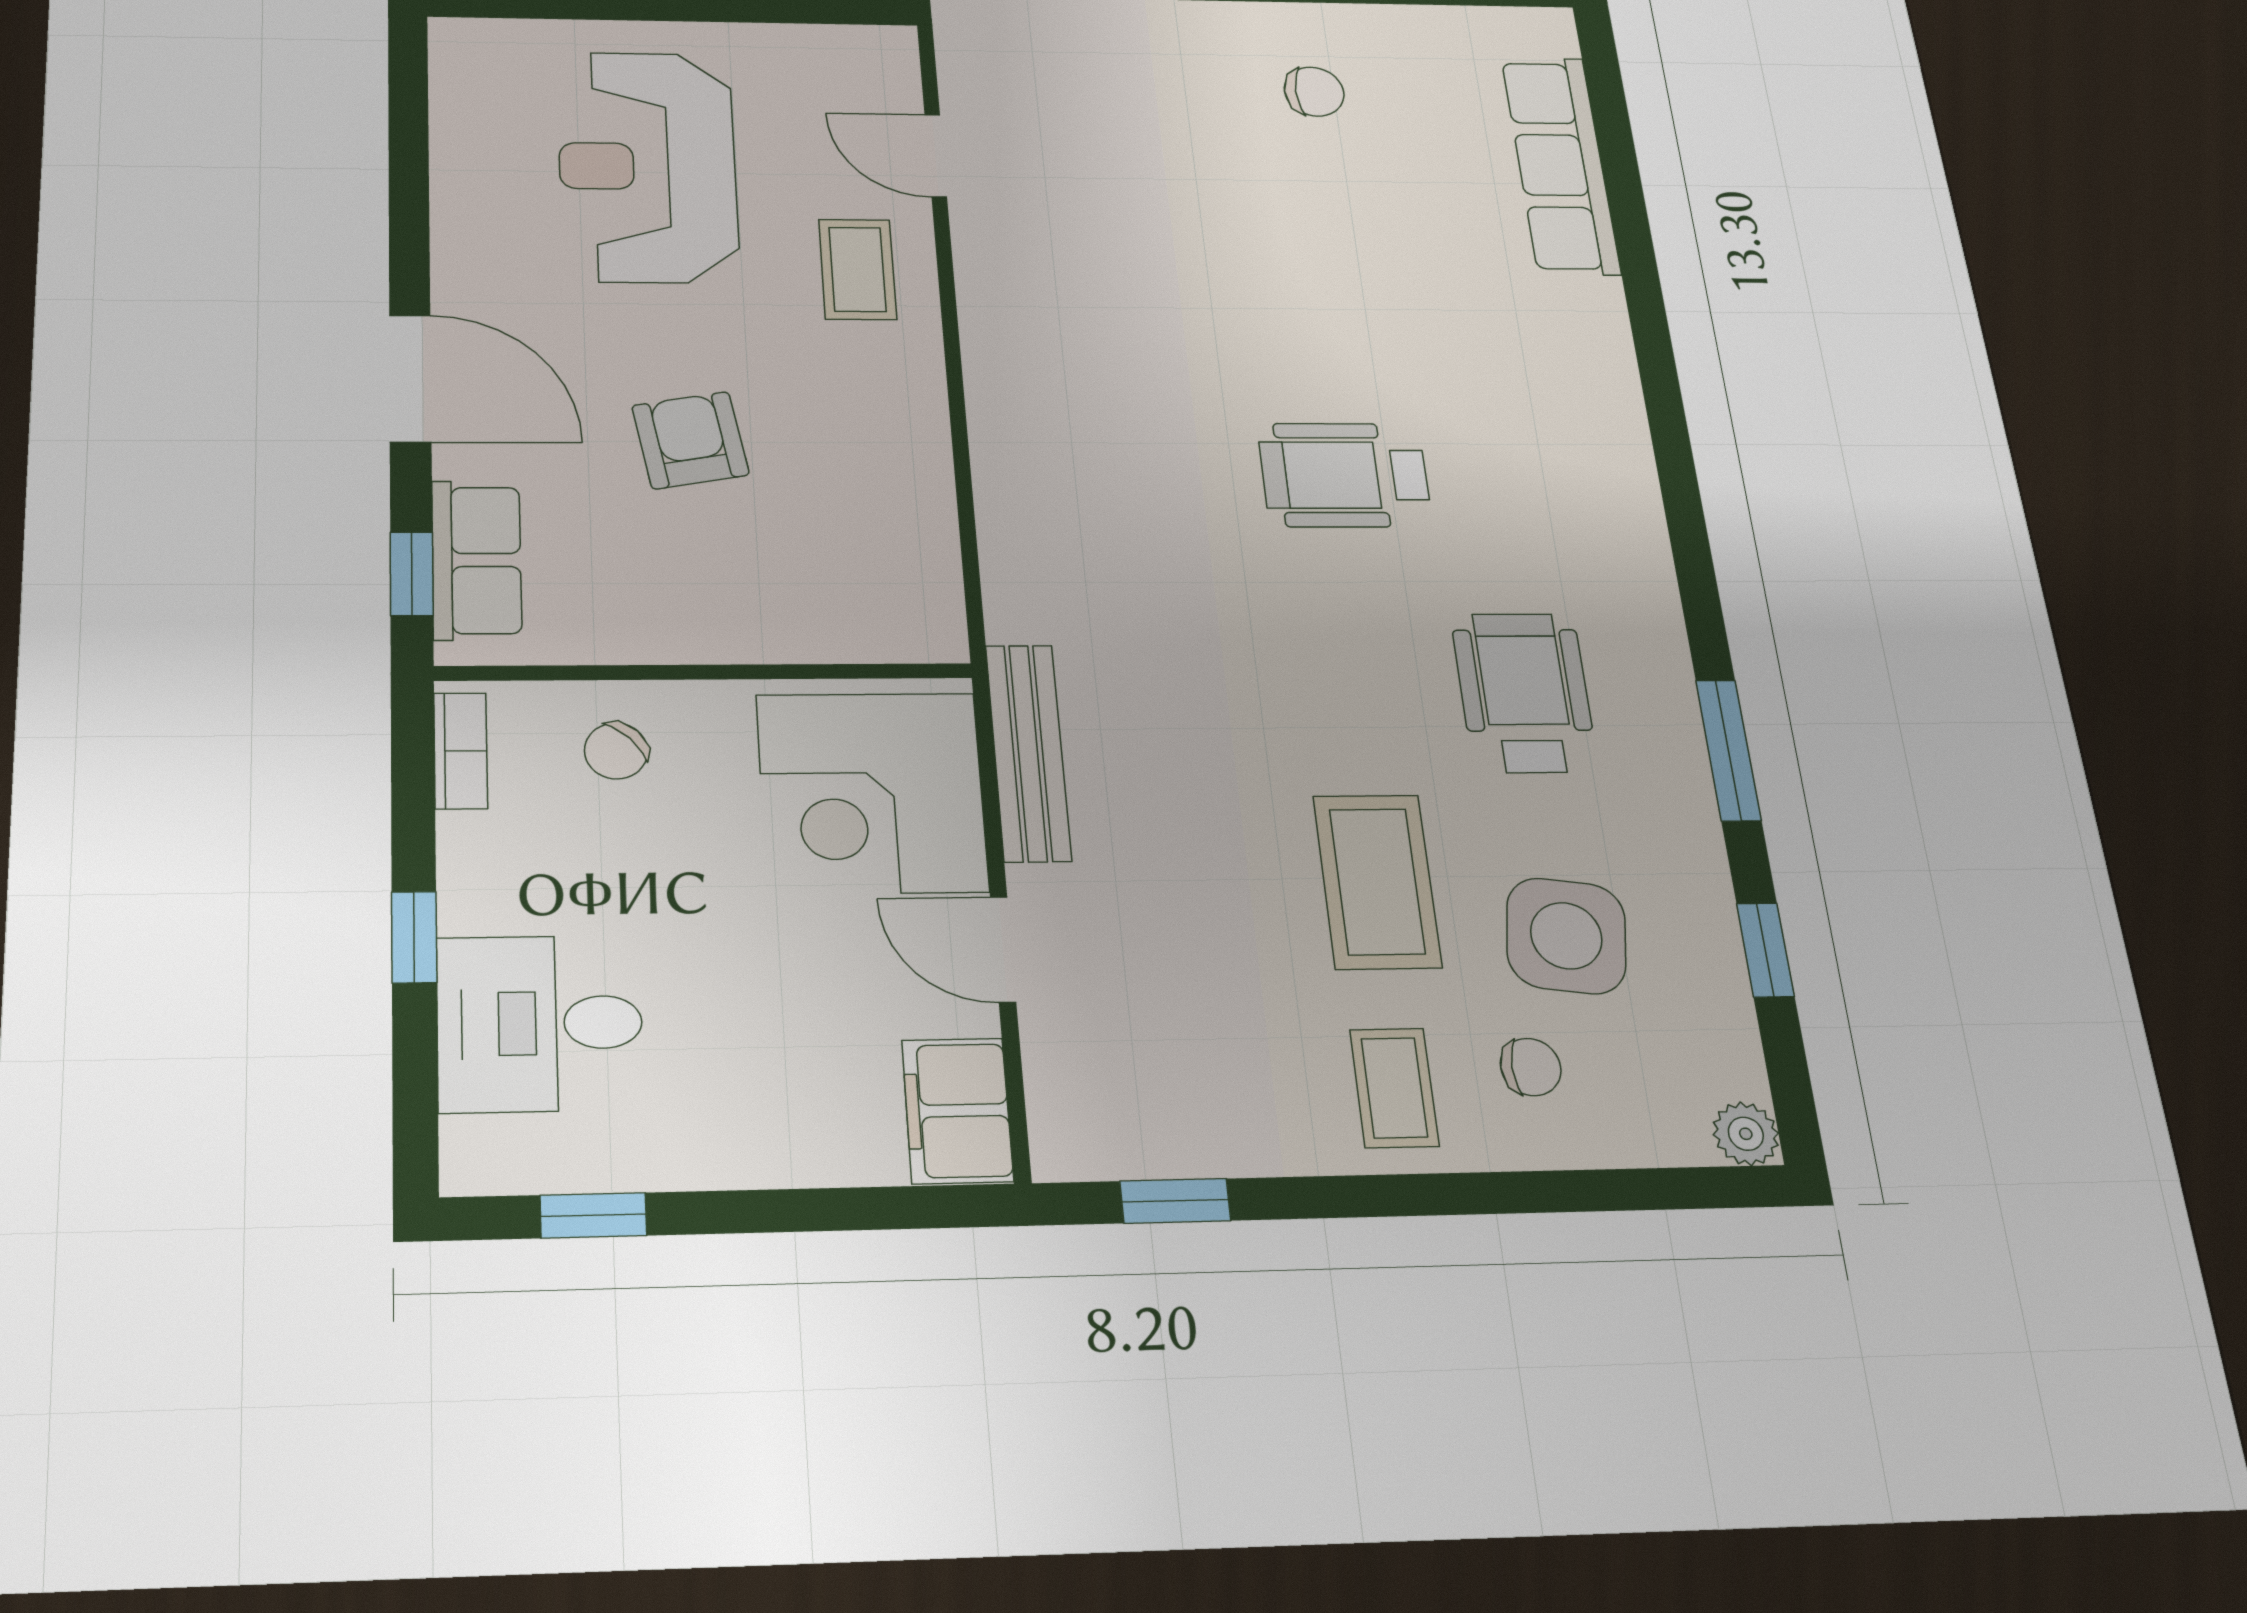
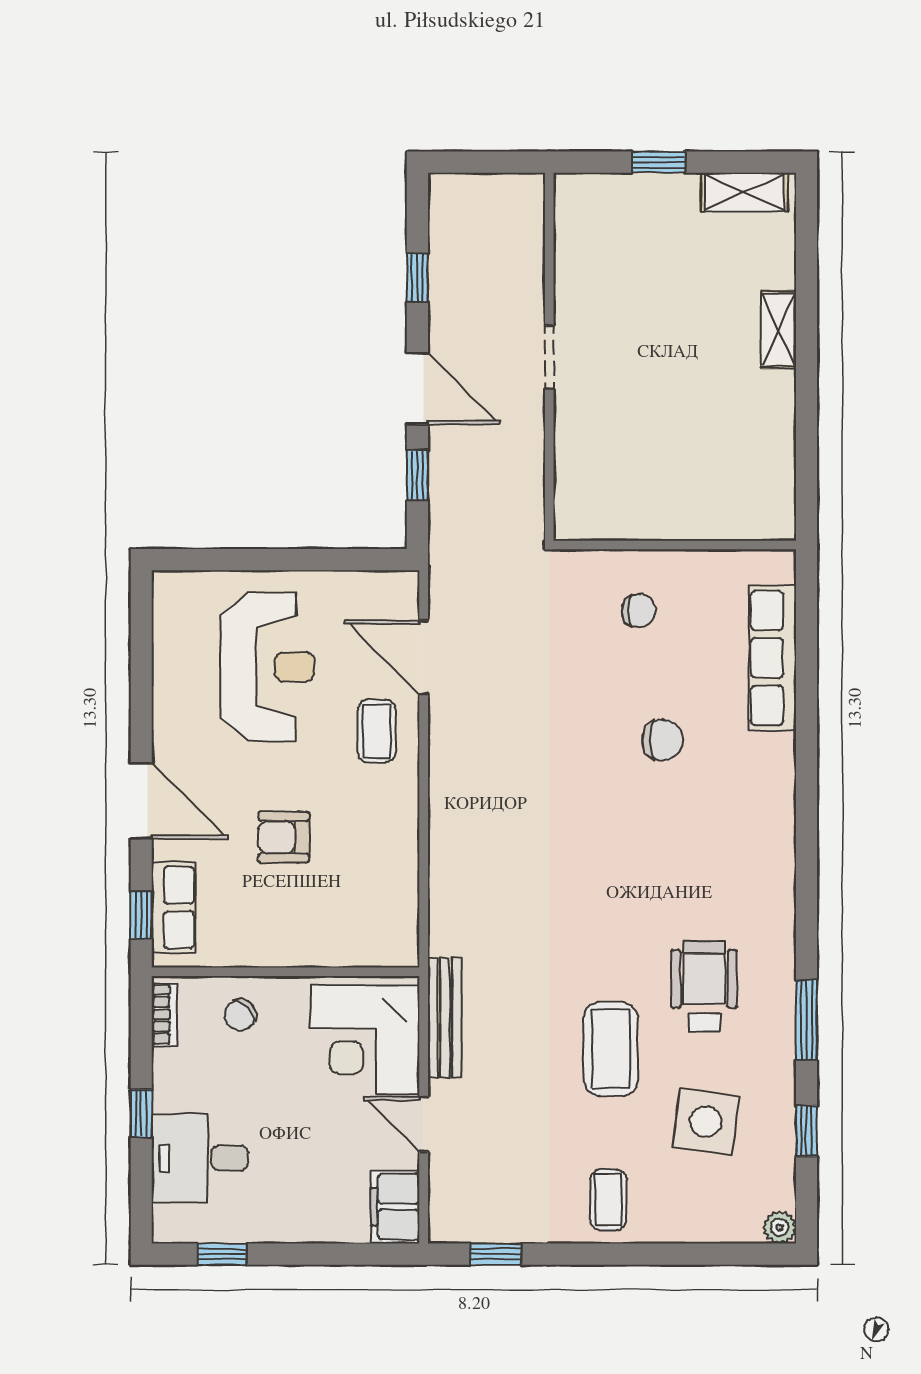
door: (936, 156) -> (424, 657), width x1.38
reception desk: (647, 166) -> (268, 667), turned 180
armchair: (690, 440) -> (284, 837), turned -80
wheelchair: (1345, 475) -> (626, 857), removed
coffee table: (1377, 881) -> (611, 1049), moved
chair: (1531, 1067) -> (663, 740), moved, width x1.37, depth x1.37

